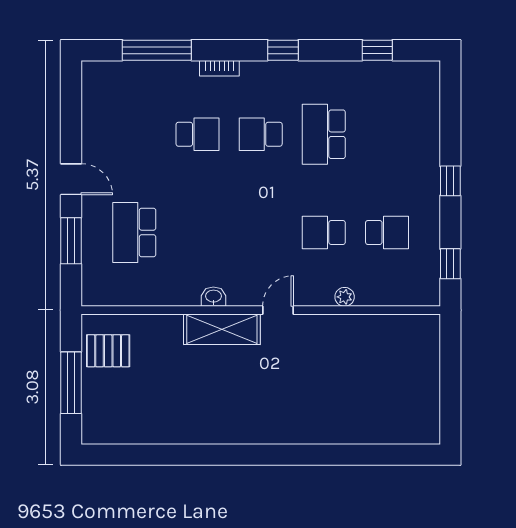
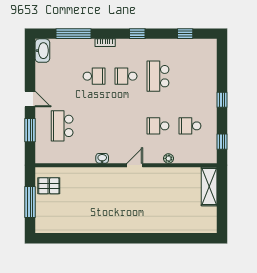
washbasin: (95, 84) -> (42, 51), added
school desk: (387, 232) -> (190, 126), turned 180
shelving: (222, 329) -> (209, 186), moved, turned 90

